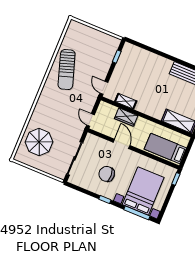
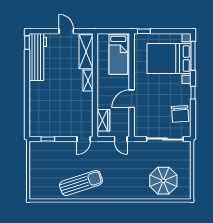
shelving: (126, 101) -> (88, 81), moved
wardrobe: (126, 117) -> (103, 120), moved
door: (91, 120) -> (121, 139), hinge flipped
chair: (107, 174) -> (180, 114), moved

